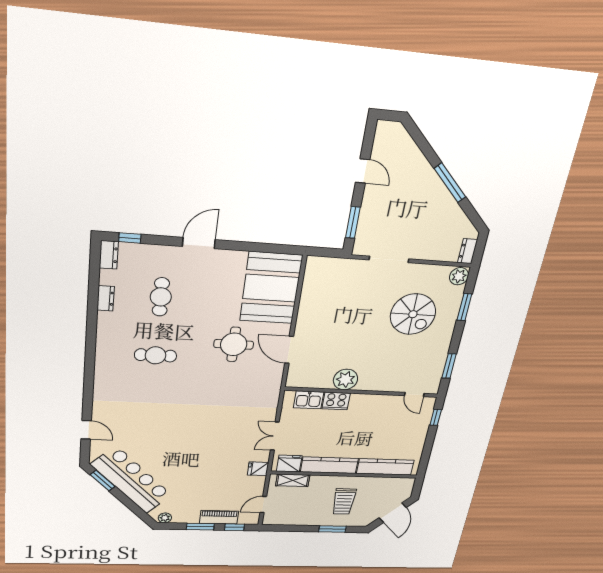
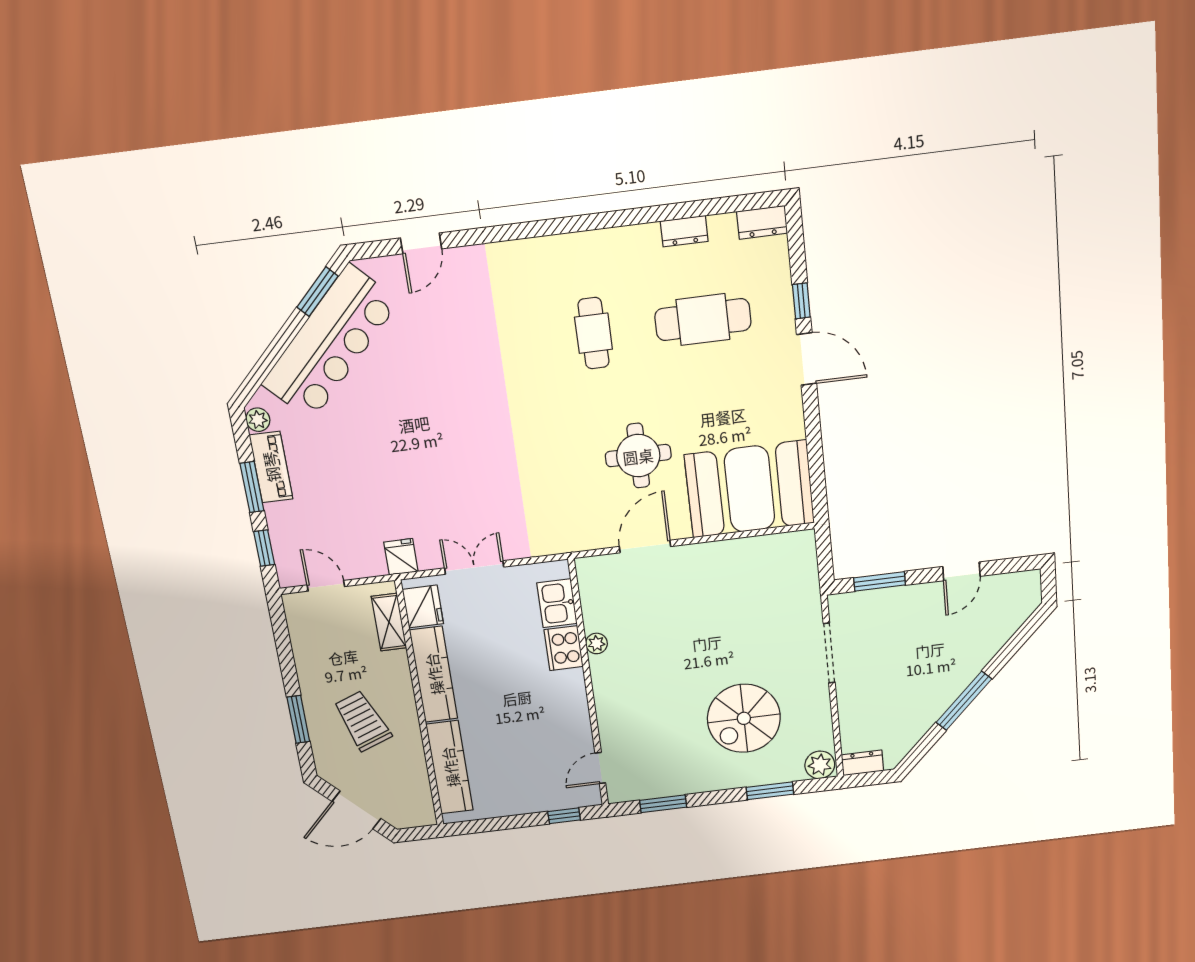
window: (130, 238) -> (801, 301), moved
cafe table: (161, 297) -> (703, 320), width x1.37, depth x1.35
plant: (345, 380) -> (596, 643), width x0.53, depth x0.53
trolley: (344, 502) -> (362, 721), turned 69
piano: (219, 517) -> (271, 467), moved

